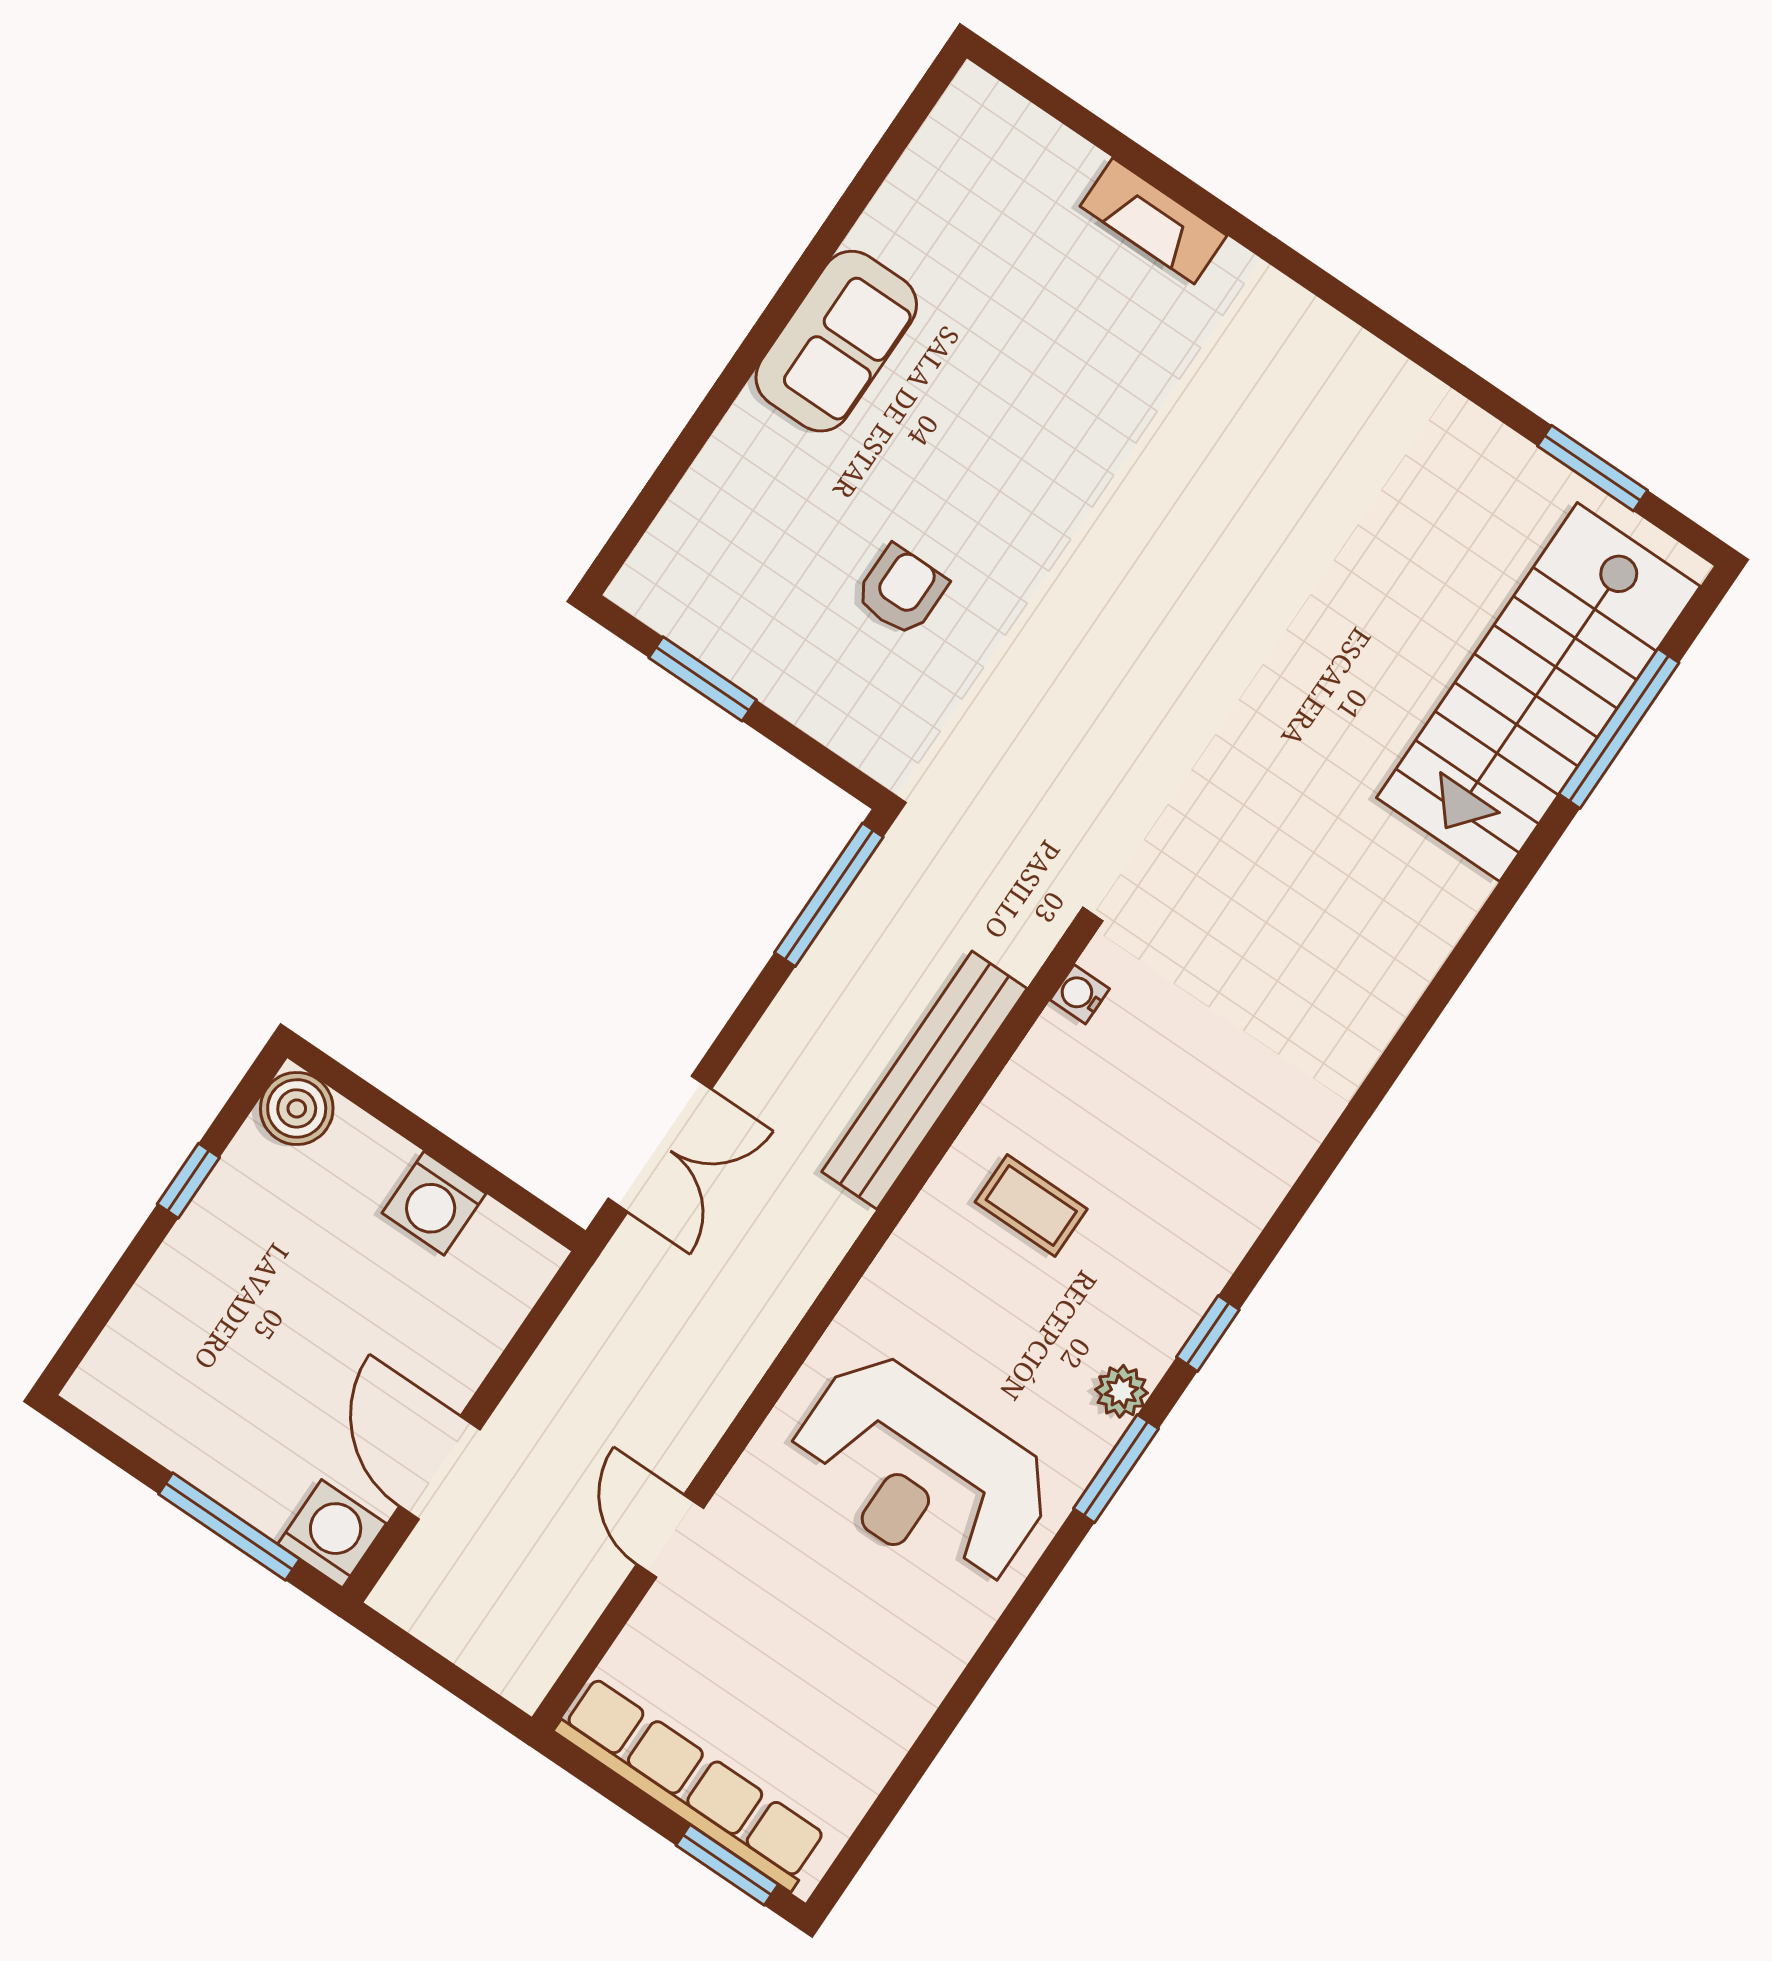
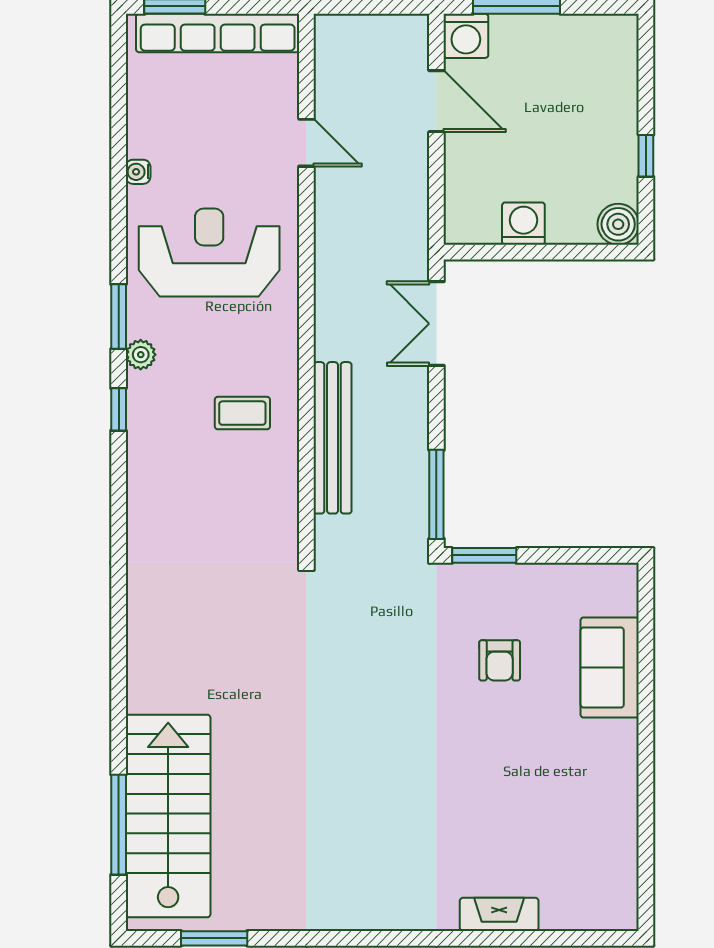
sofa: (836, 341) -> (610, 668), moved
window: (703, 679) -> (484, 555), moved
water cooler: (1080, 994) -> (138, 172), moved, turned 180

